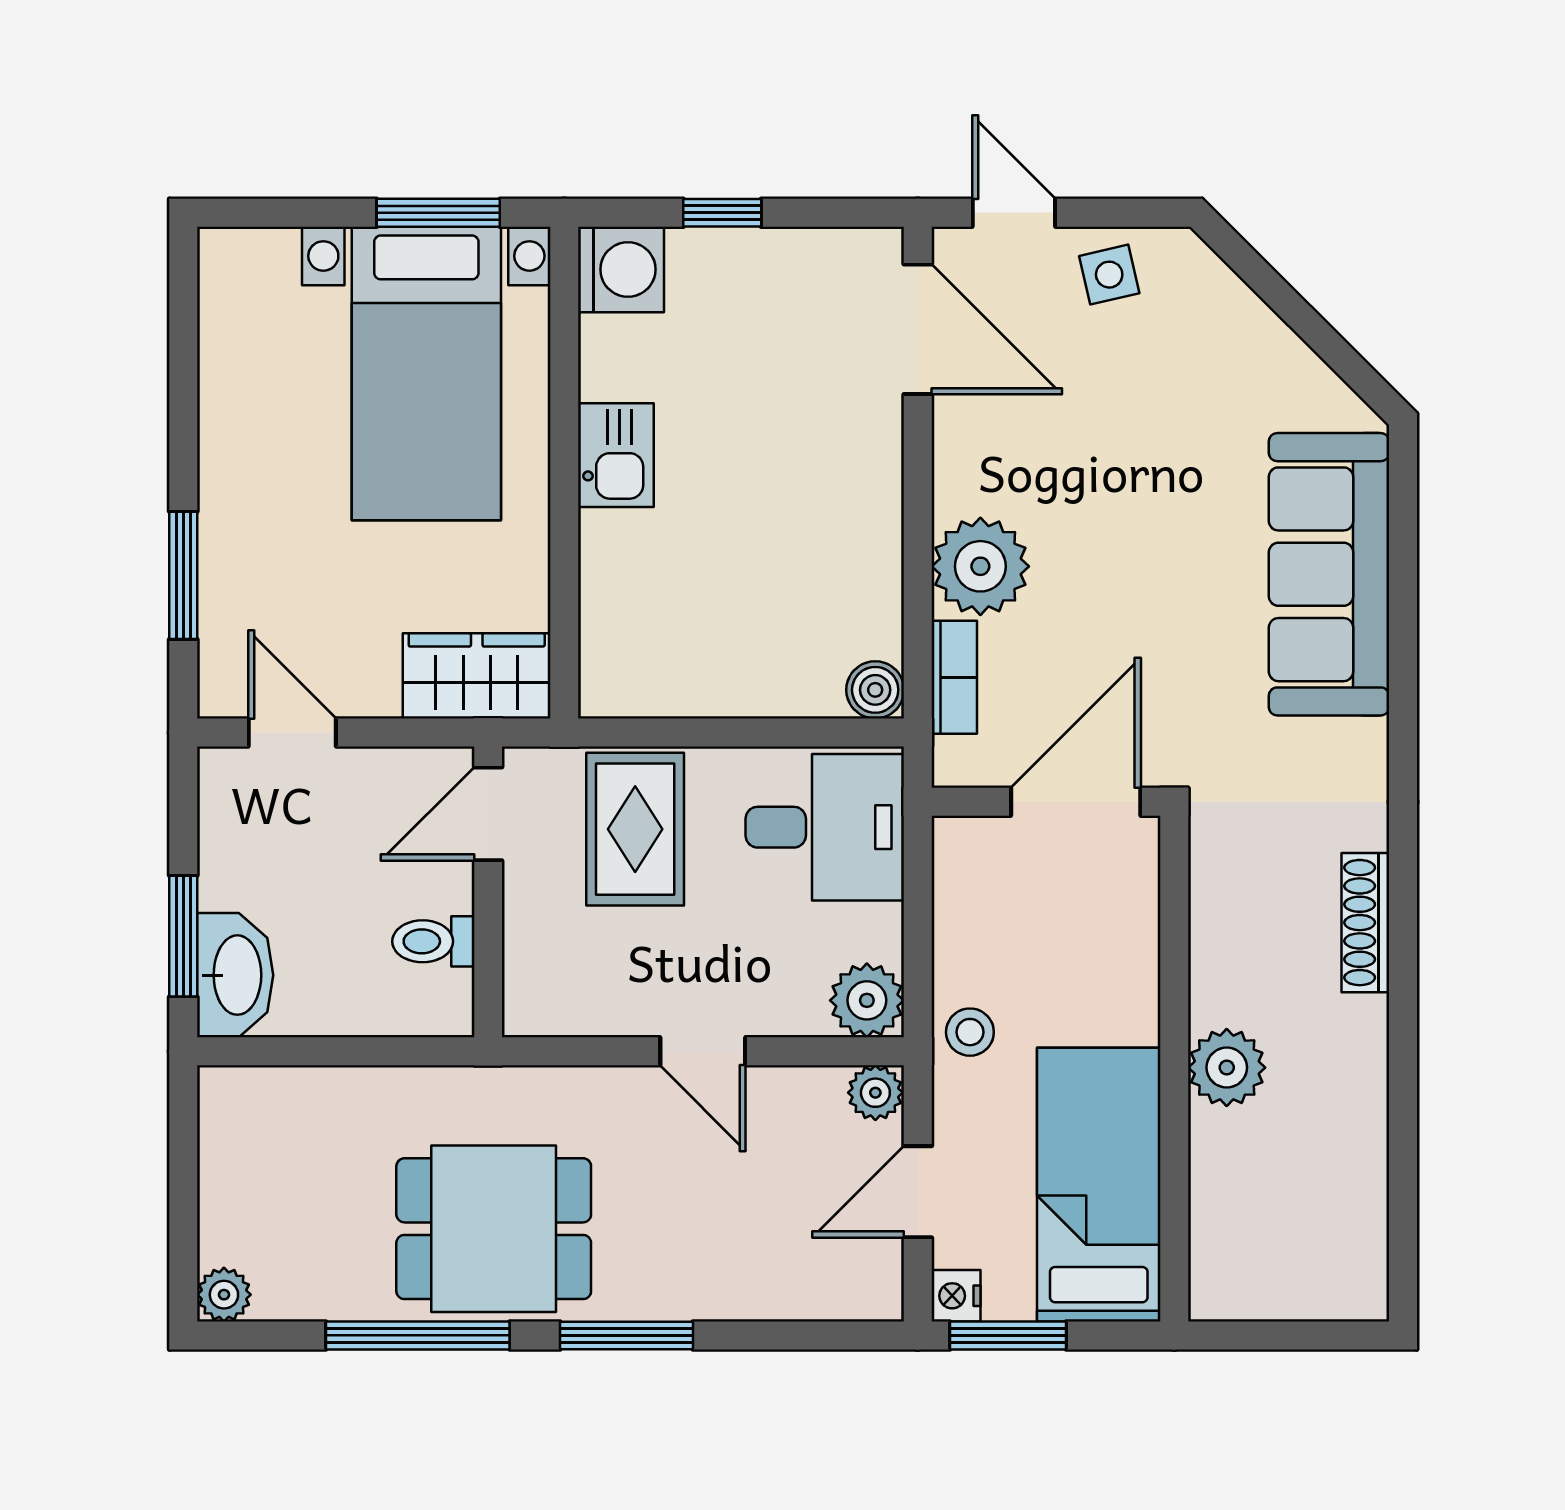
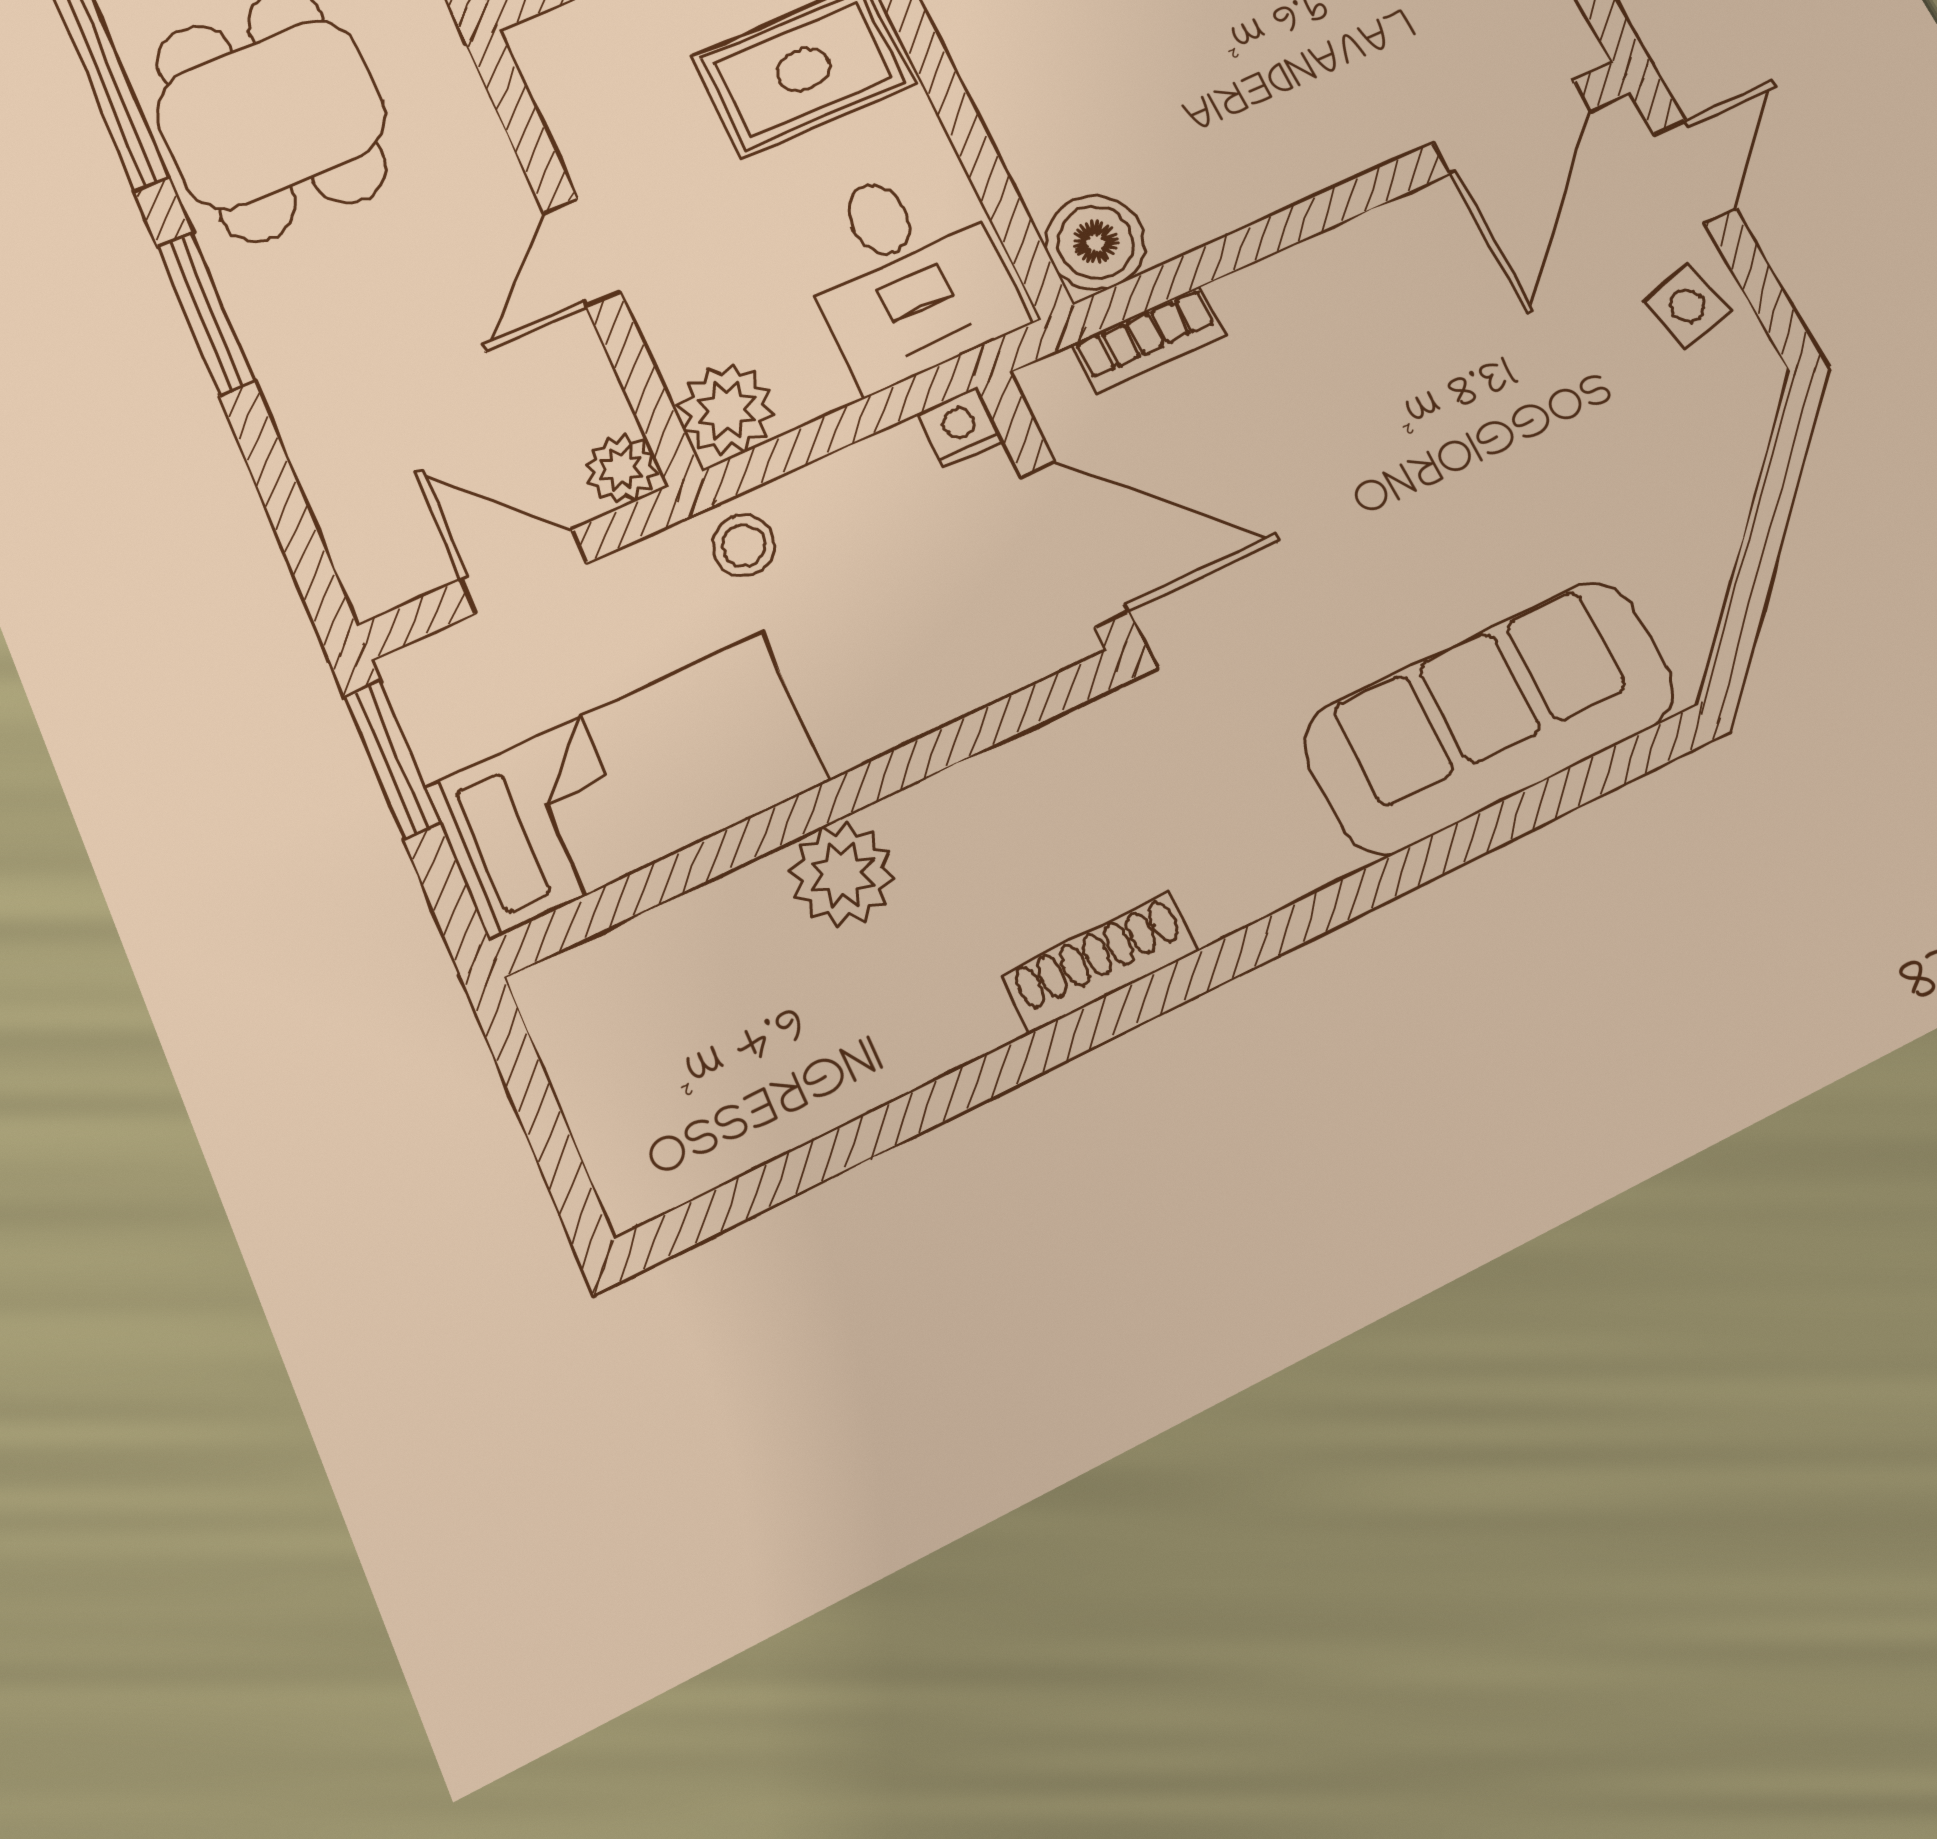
plant: (980, 566) -> (1288, 312), removed
boiler: (875, 690) -> (1096, 242), width x1.36, depth x1.36
nightstand: (956, 1296) -> (961, 427), moved

